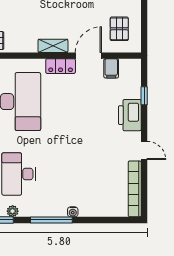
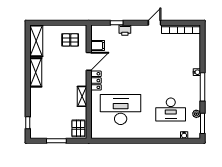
shelving: (53, 46) -> (82, 96), moved
door: (88, 56) -> (89, 61), swing flipped
printer: (130, 115) -> (125, 30), width x0.53, depth x0.68

